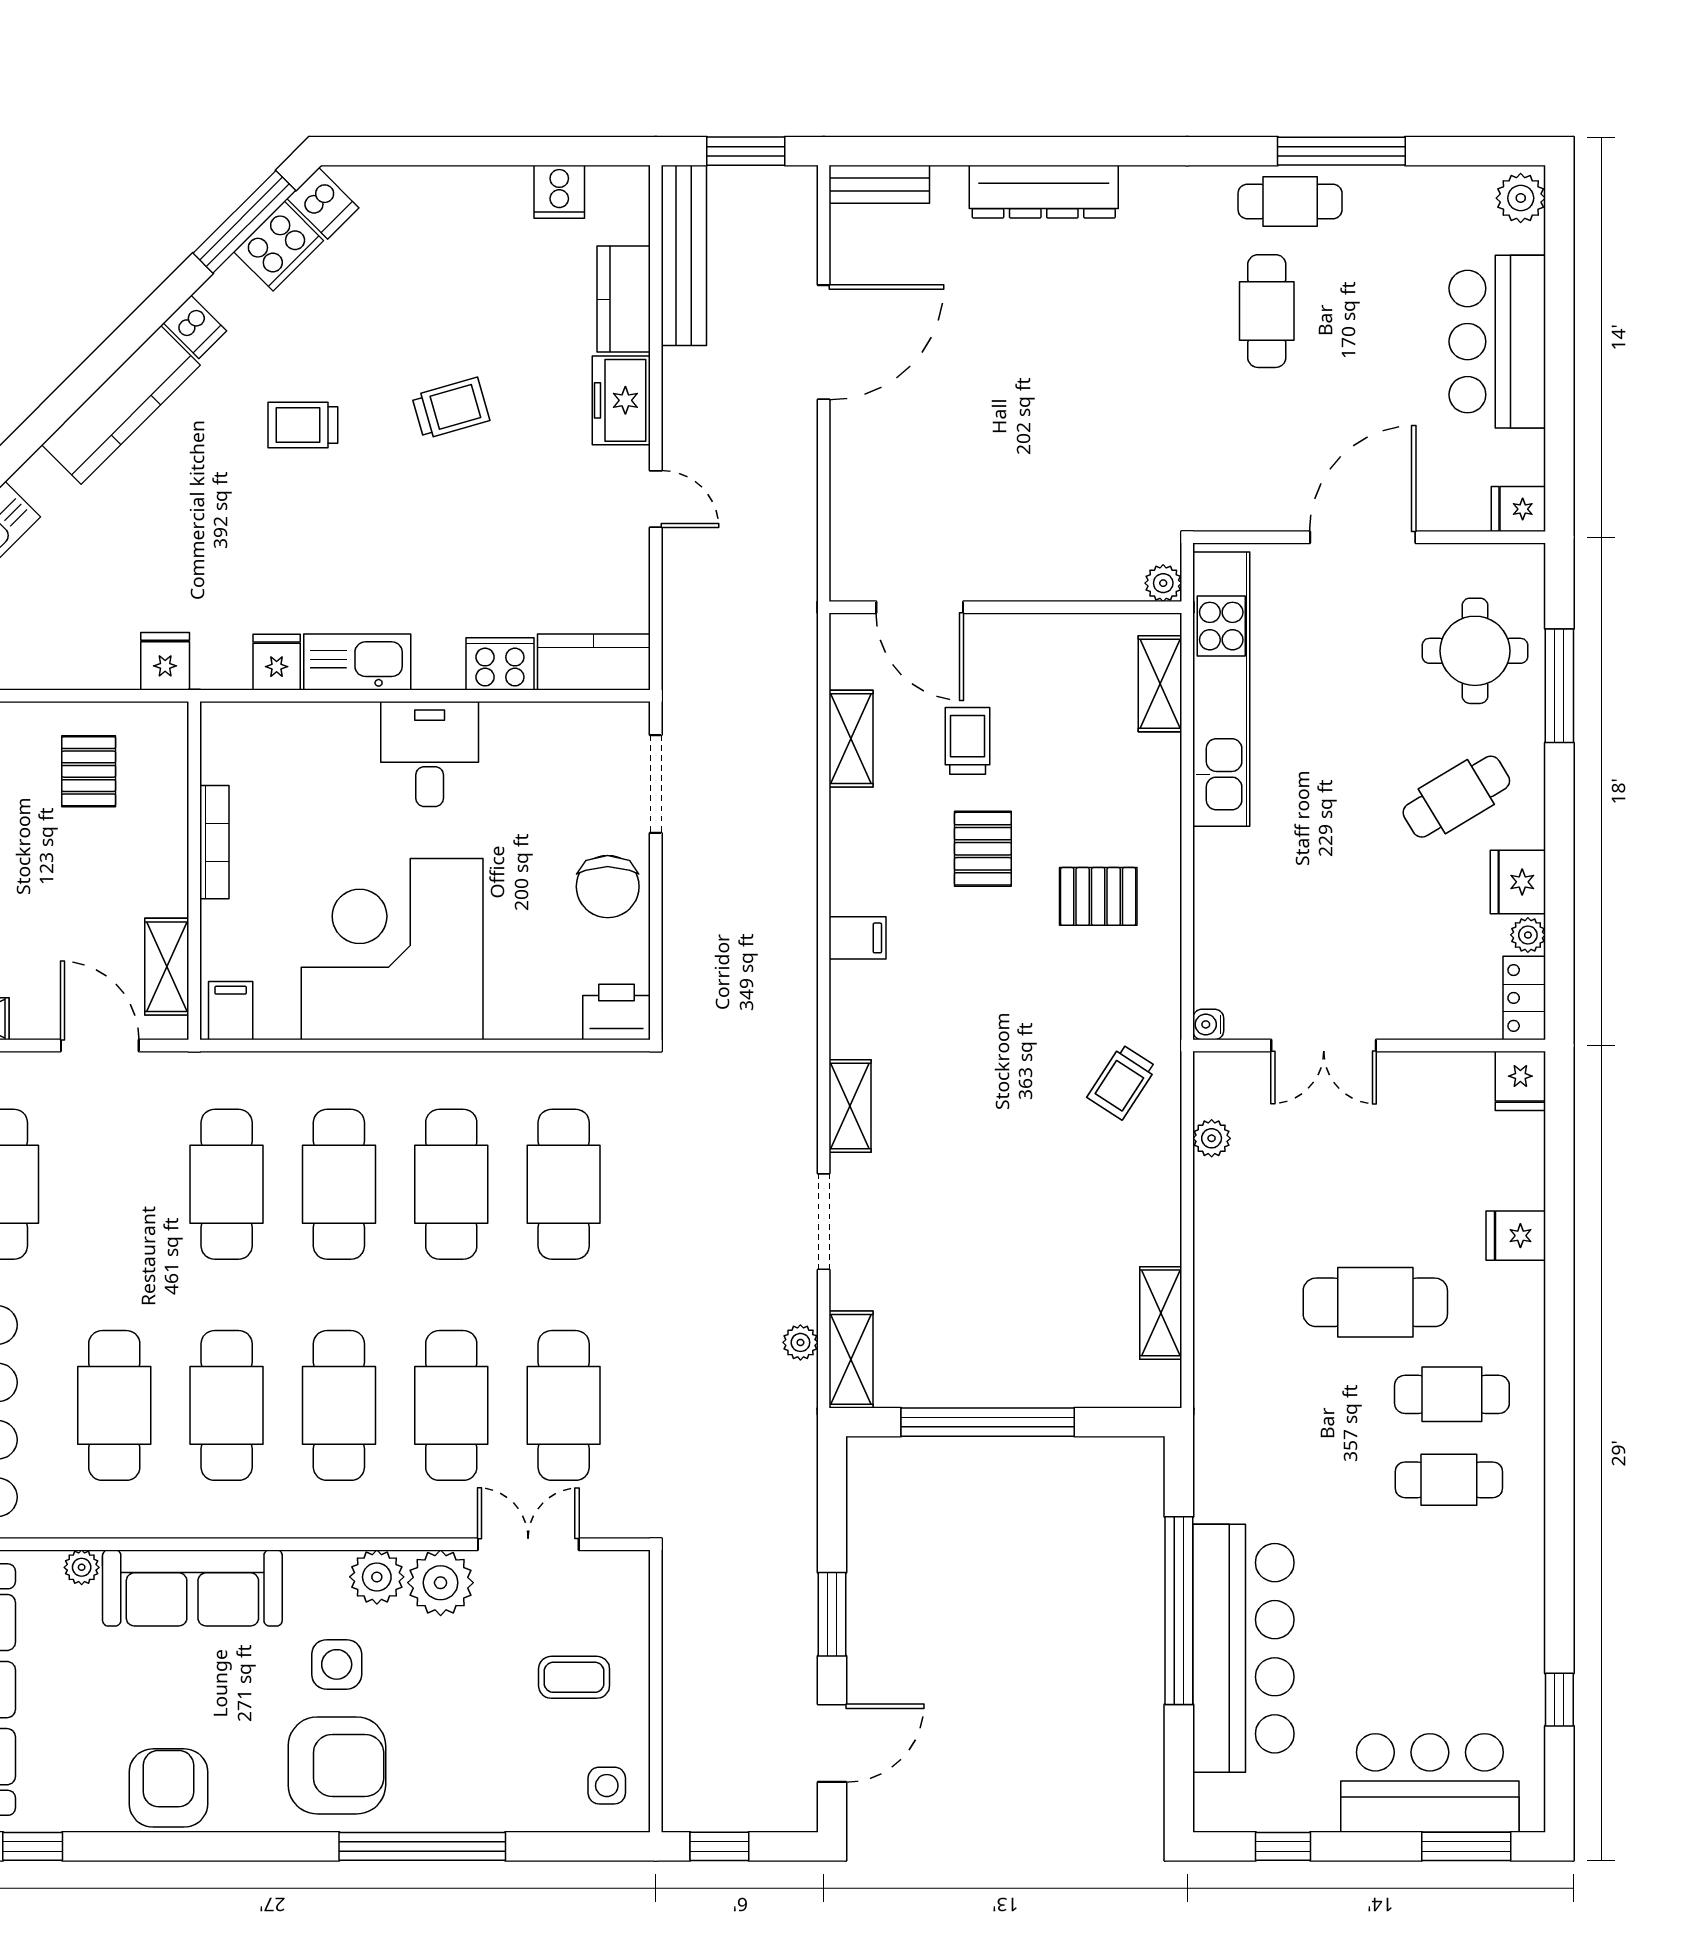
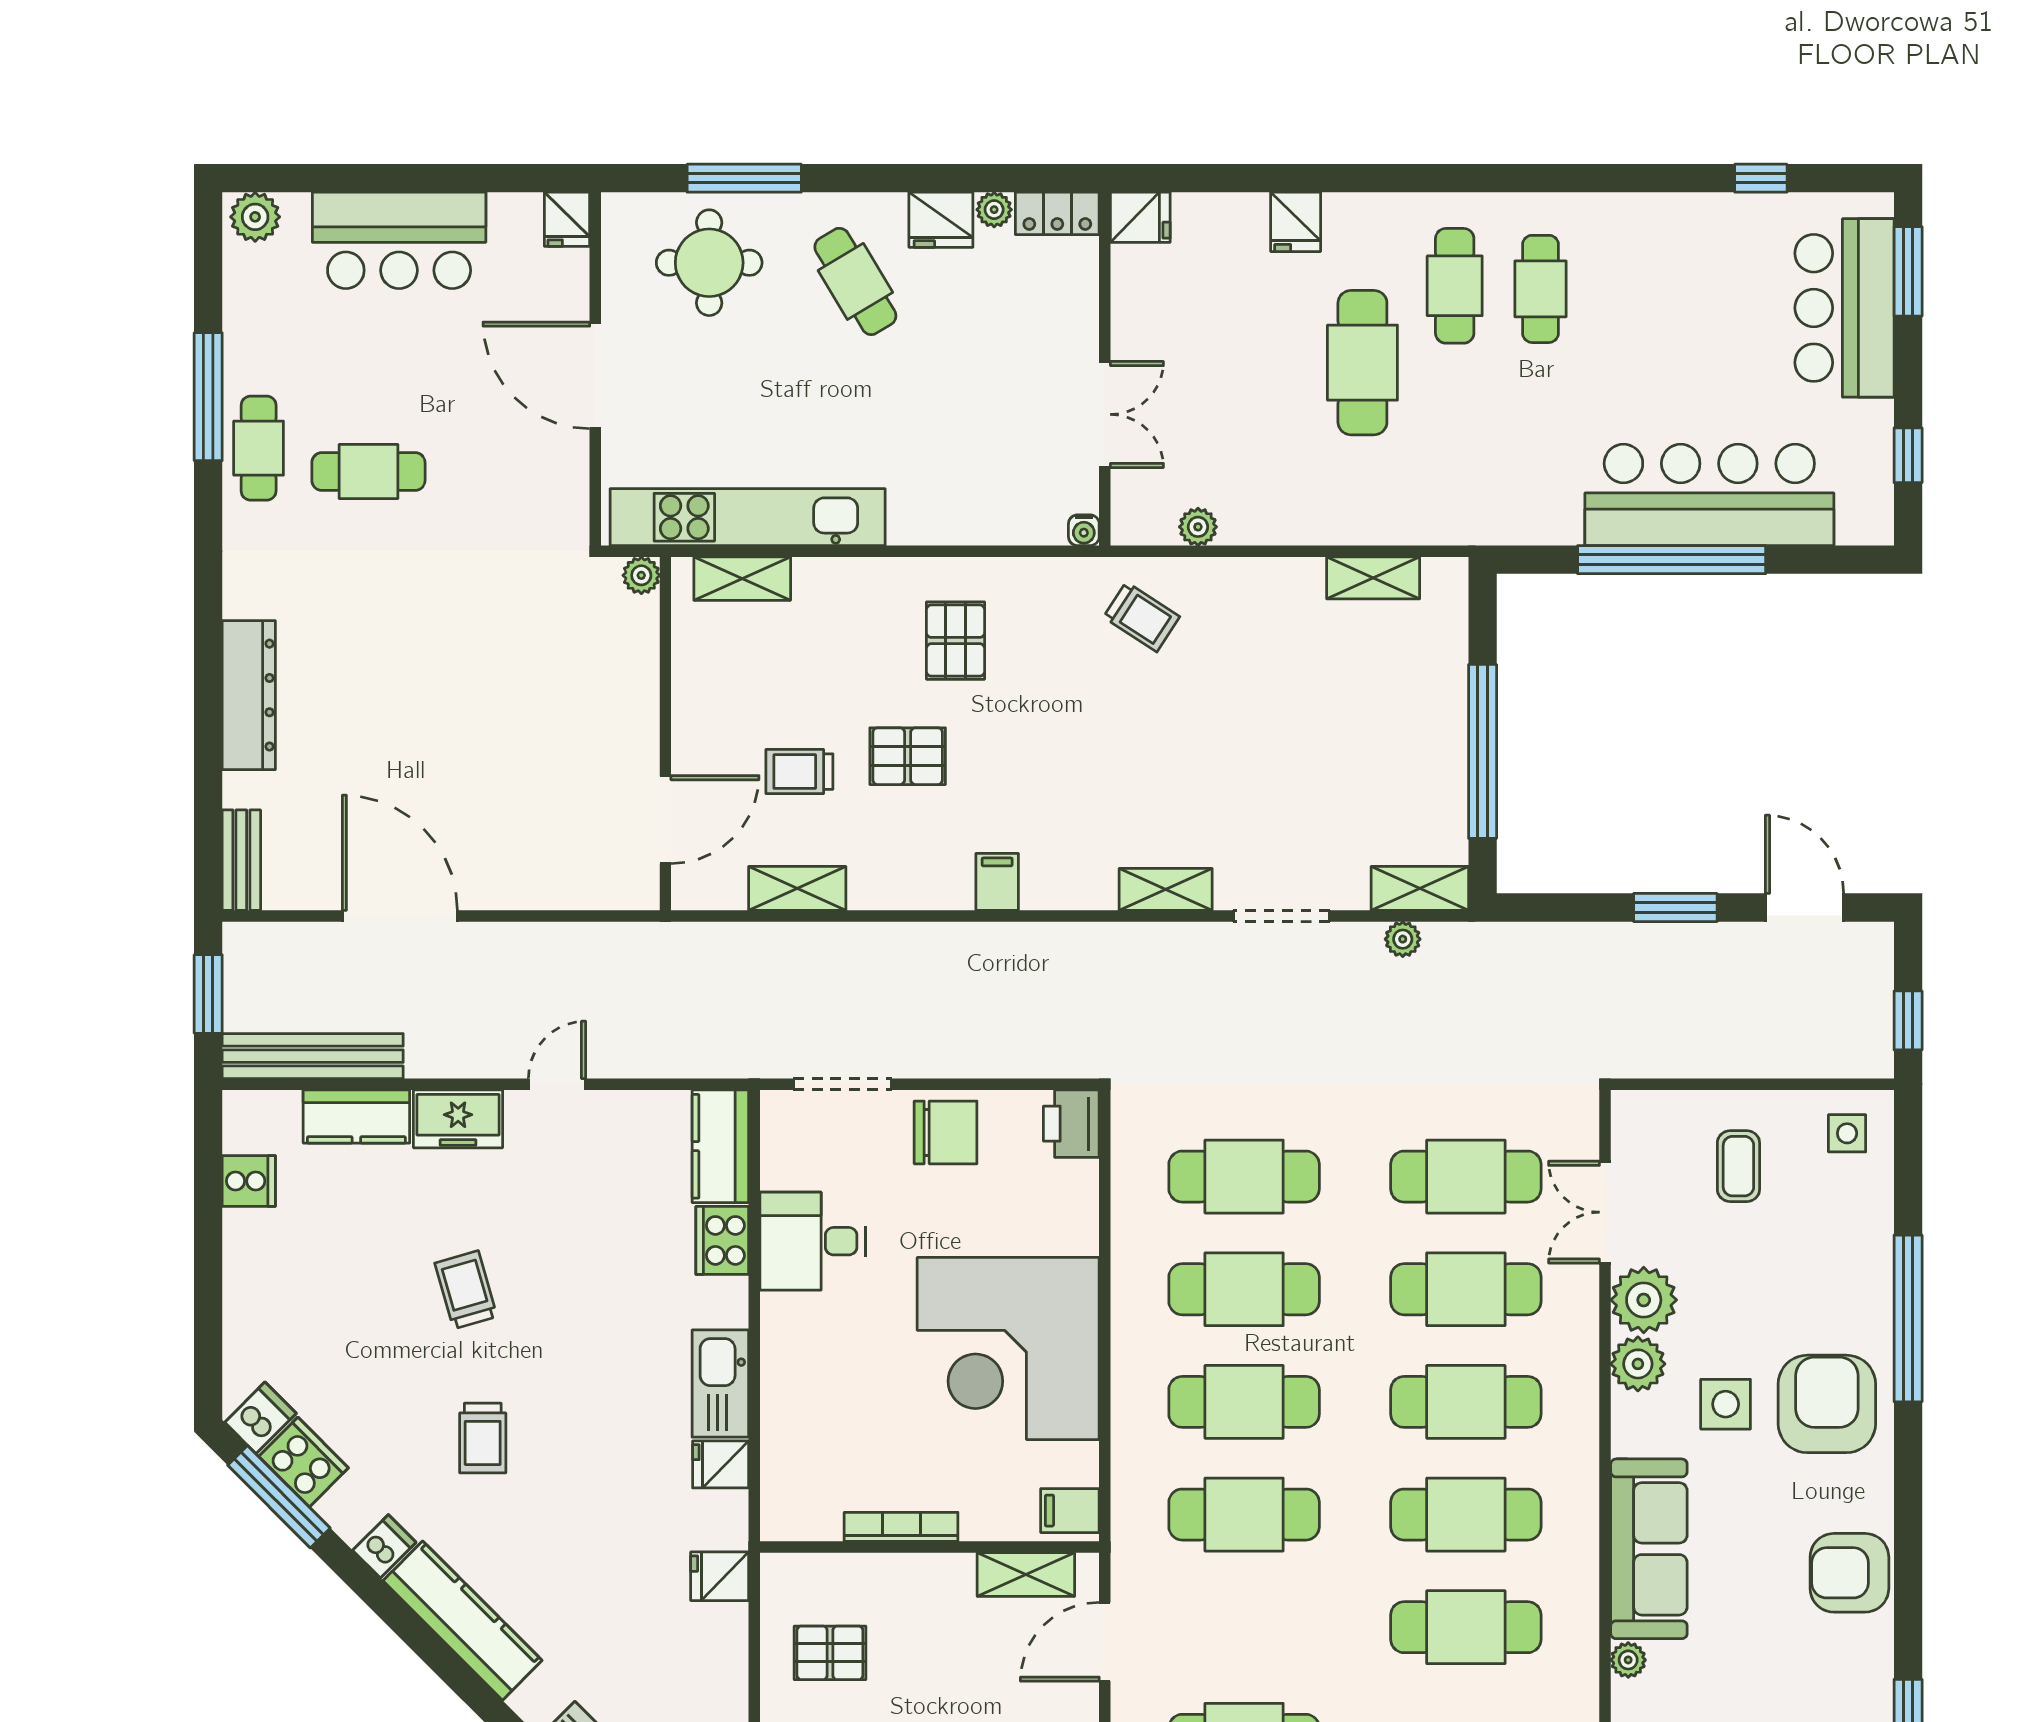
desk: (430, 754) -> (813, 1241), moved

